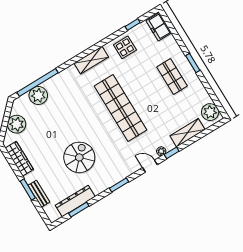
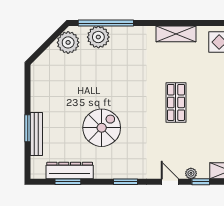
shop shelf: (120, 108) -> (176, 102), width x0.50, depth x0.74
plant: (17, 124) -> (68, 42), moved
wardrobe: (19, 159) -> (38, 91), removed
bench: (39, 194) -> (36, 134), width x1.36

